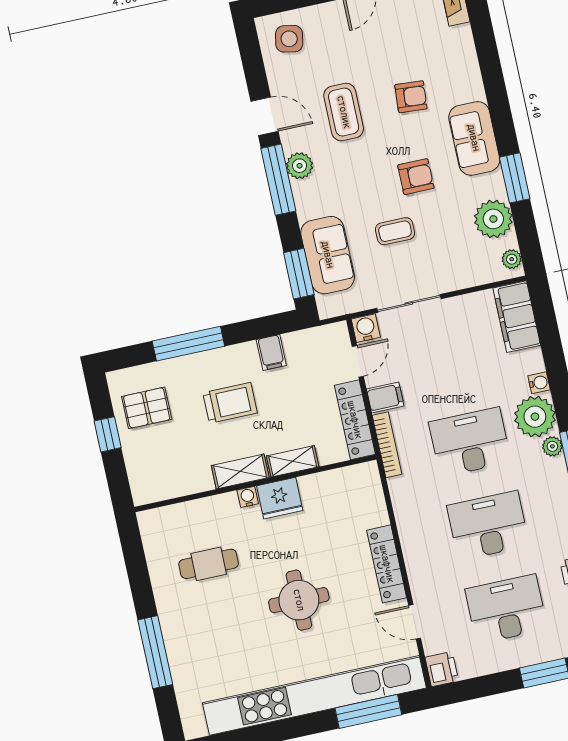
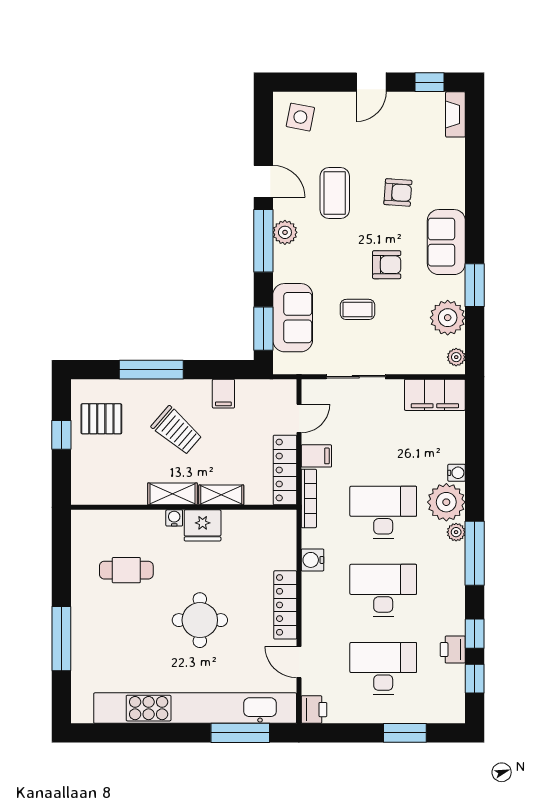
filing cabinet: (517, 317) -> (435, 395), moved, turned -90
water cooler: (366, 328) -> (312, 560), moved, turned -90
trolley: (230, 403) -> (177, 430), turned 41

